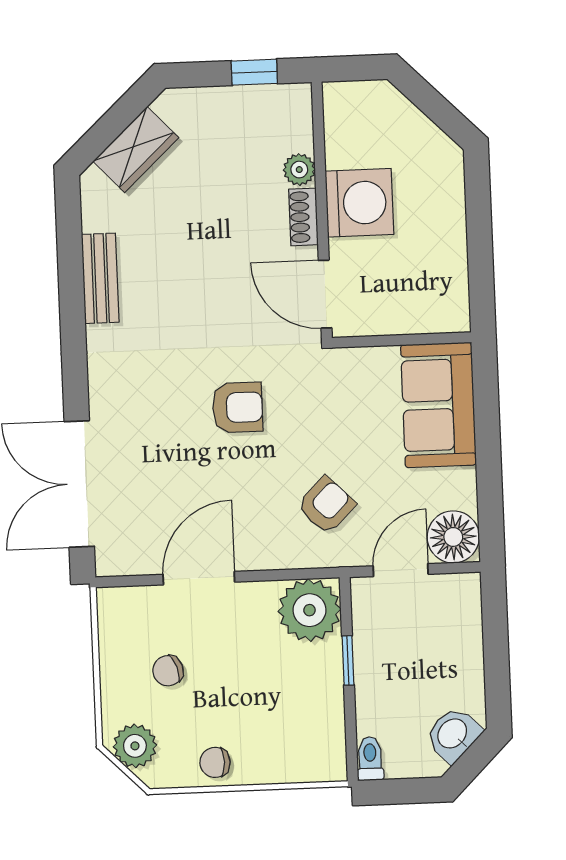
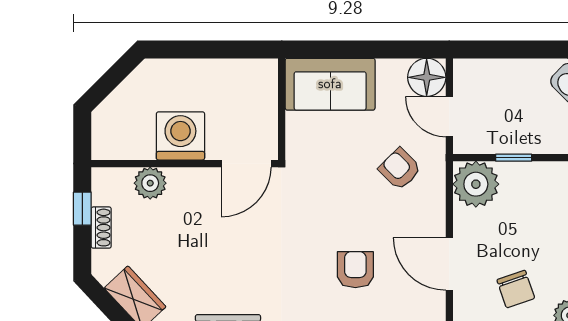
plant: (299, 170) -> (150, 183), width x1.38, depth x1.38
shoe rack: (303, 217) -> (101, 228), moved, turned -90
armchair: (238, 407) -> (355, 270), moved
chair: (168, 671) -> (516, 289), width x1.37, depth x1.37

